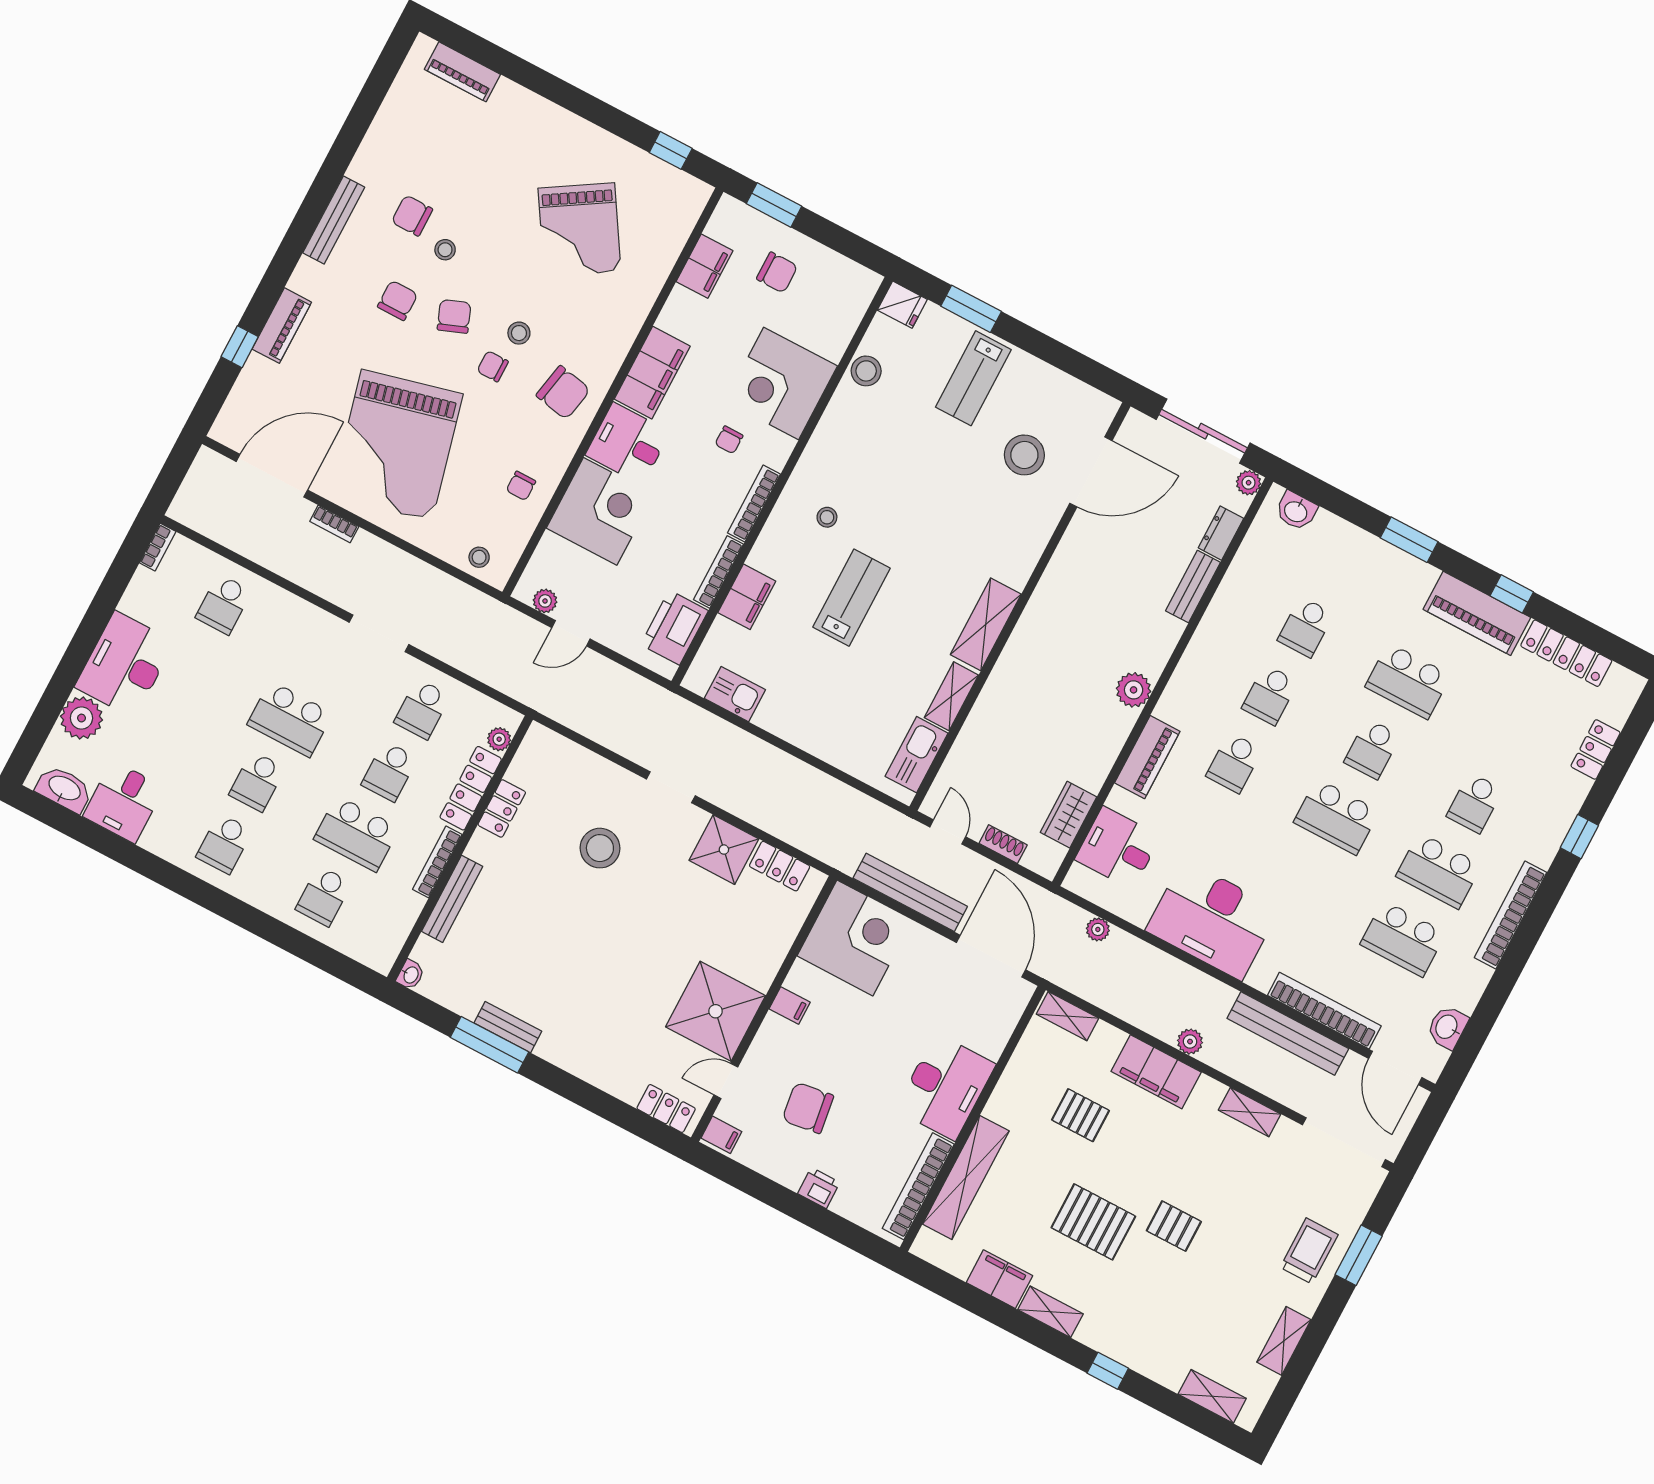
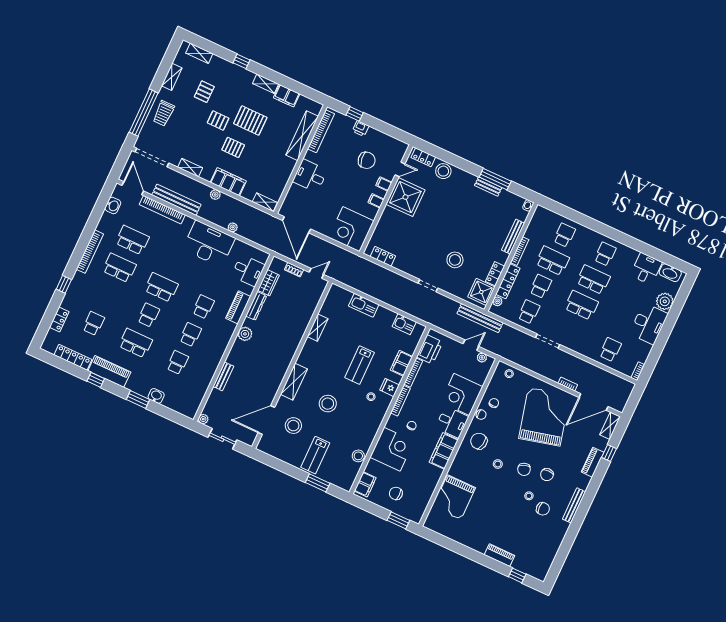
piano: (462, 72) -> (499, 555), moved
window: (671, 150) -> (517, 575), moved
grand piano: (579, 230) -> (454, 497), moved, turned -148
filing cabinet: (705, 266) -> (365, 484), moved, turned 180
fridge: (902, 305) -> (390, 387), moved
chair: (493, 366) -> (481, 415), moved
lab bench: (973, 378) -> (315, 455), turned 180
shelving: (233, 415) -> (610, 426), added
sliding door: (1203, 431) -> (222, 439), width x0.73
stool: (936, 505) -> (328, 404), added
washbasin: (1296, 511) -> (156, 396), moved
dresser: (1221, 533) -> (256, 306), moved, width x1.44
shelving: (986, 624) -> (294, 382), moved
kitchen sink: (917, 755) -> (364, 305), moved, turned 90
school desk: (257, 781) -> (593, 280), width x1.85
school desk: (1475, 803) -> (94, 324), moved
door: (948, 832) -> (316, 273), swing flipped
shower: (724, 850) -> (481, 292), moved
bench: (910, 892) -> (480, 318), moved
plant: (1098, 929) -> (233, 227), moved
stool: (618, 1071) -> (443, 171), added
desk: (945, 1087) -> (310, 176), width x0.73
pallet: (1081, 1115) -> (233, 147), moved
filing cabinet: (721, 1135) -> (384, 184), moved
window: (832, 1225) -> (355, 114), added
window: (1359, 1255) -> (144, 113), width x2.11
pallet: (1205, 1300) -> (204, 92), added

